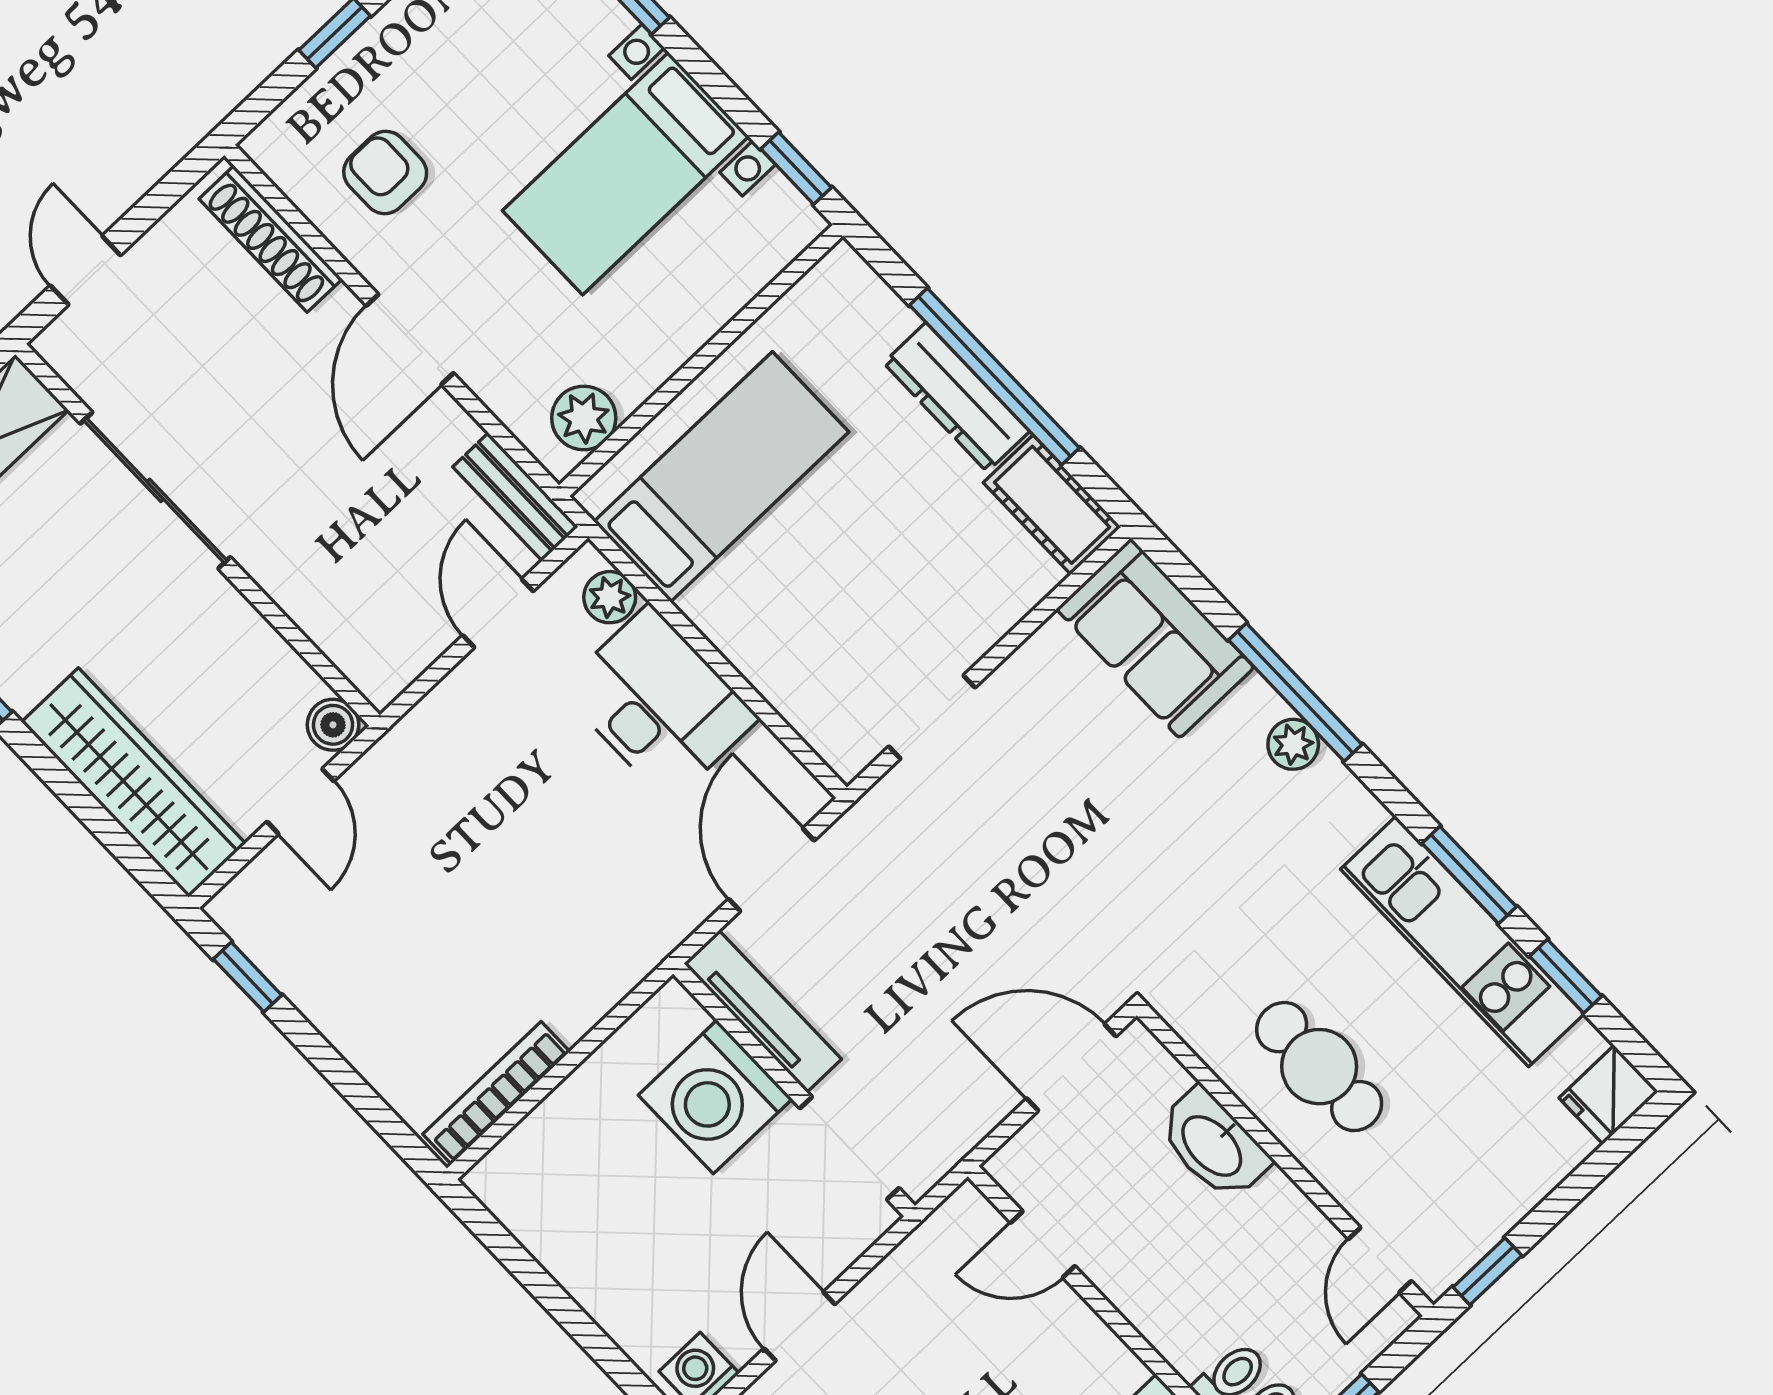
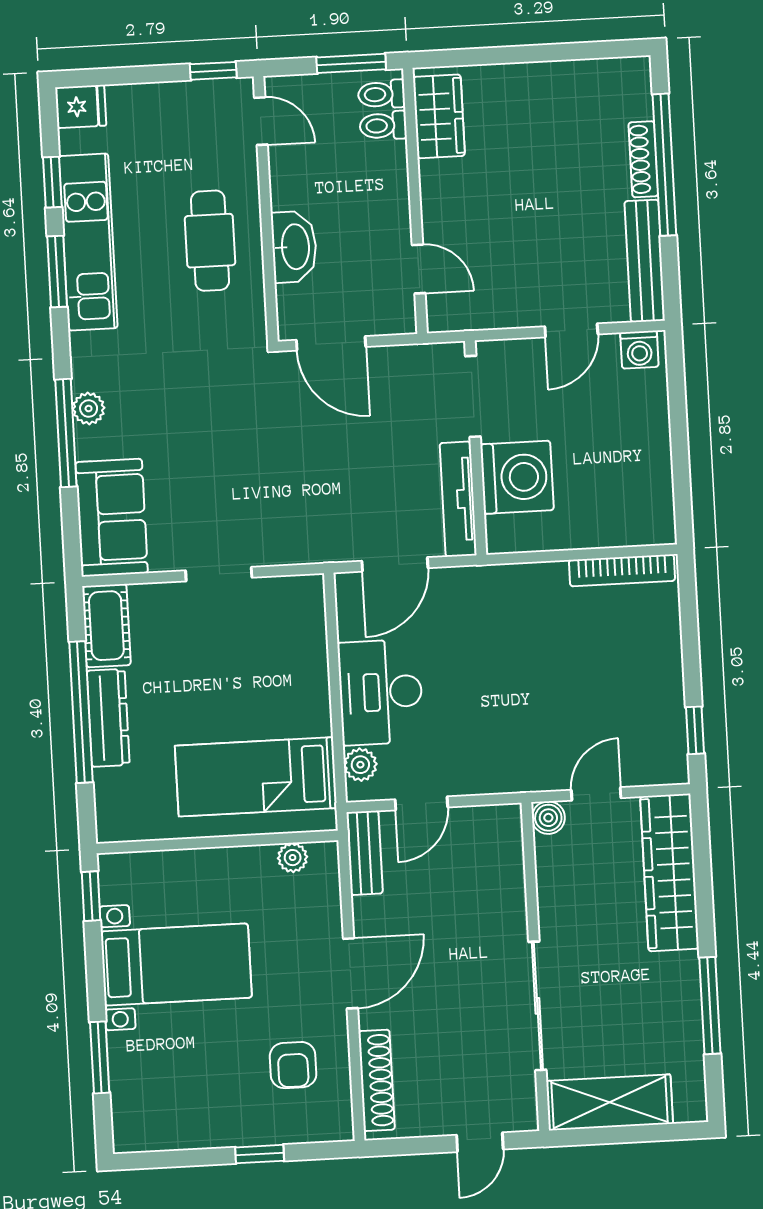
plant: (584, 418) -> (293, 858), width x0.73, depth x0.73
doorway: (932, 717) -> (219, 574), moved
door: (1380, 1260) -> (261, 121), hinge flipped

